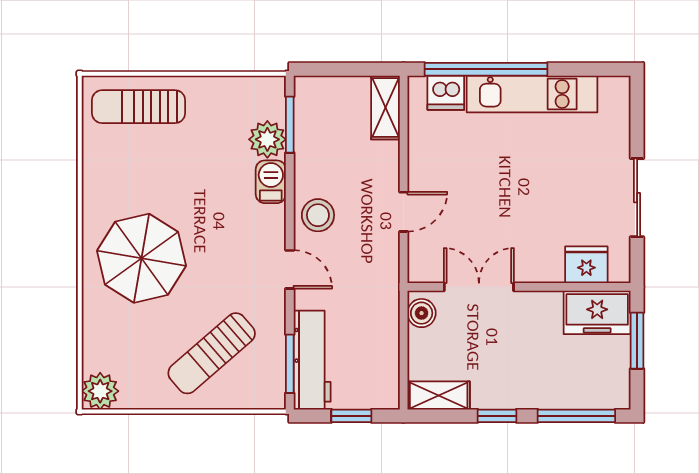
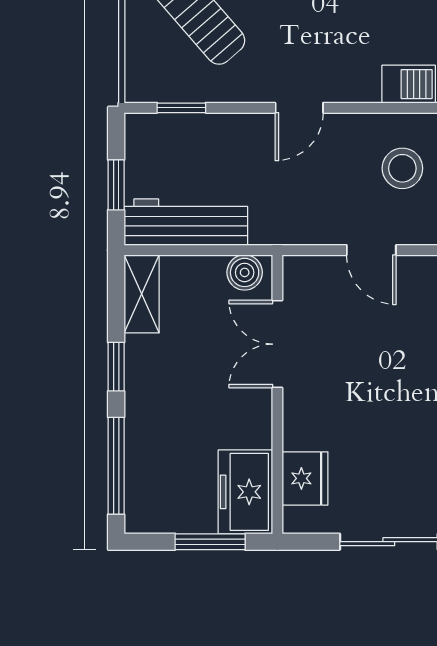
stool: (318, 215) -> (402, 168), moved
double door: (479, 287) -> (277, 344), swing flipped
workbench: (312, 360) -> (186, 222), moved, turned 180
window: (290, 364) -> (181, 108), width x0.67

